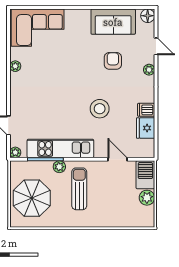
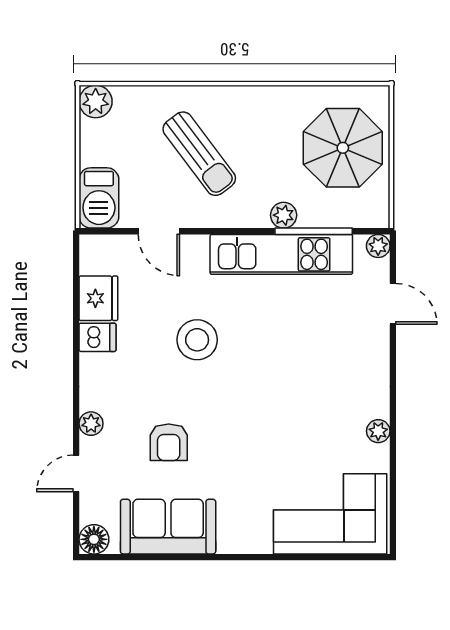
door: (156, 46) -> (76, 473), hinge flipped
sun lounger: (79, 189) -> (199, 154), moved, turned -37
plant: (147, 198) -> (96, 101), moved

